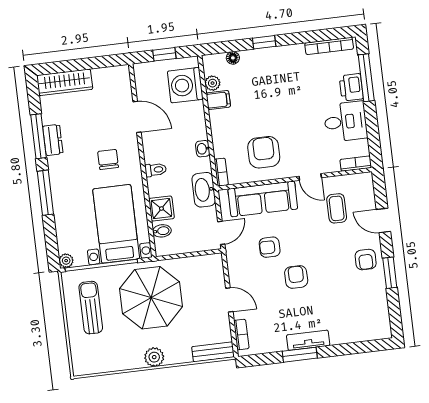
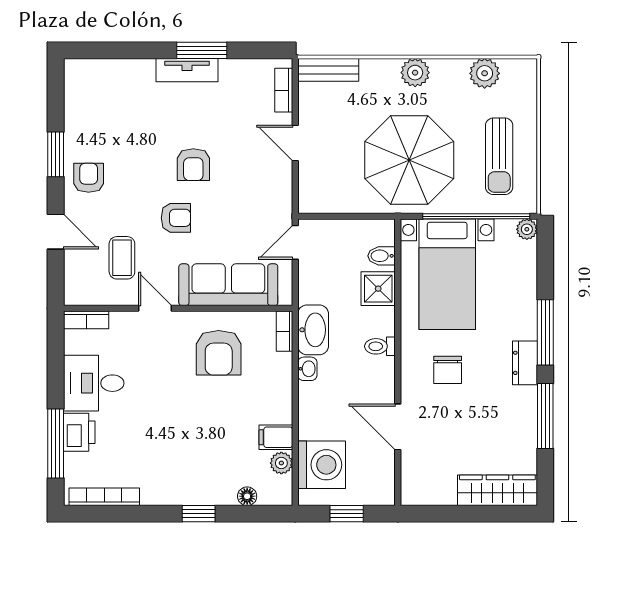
dresser: (53, 140) -> (525, 363), moved
washbasin: (204, 190) -> (313, 330), moved
armchair: (270, 247) -> (176, 218), moved
plant: (107, 362) -> (485, 73), added

